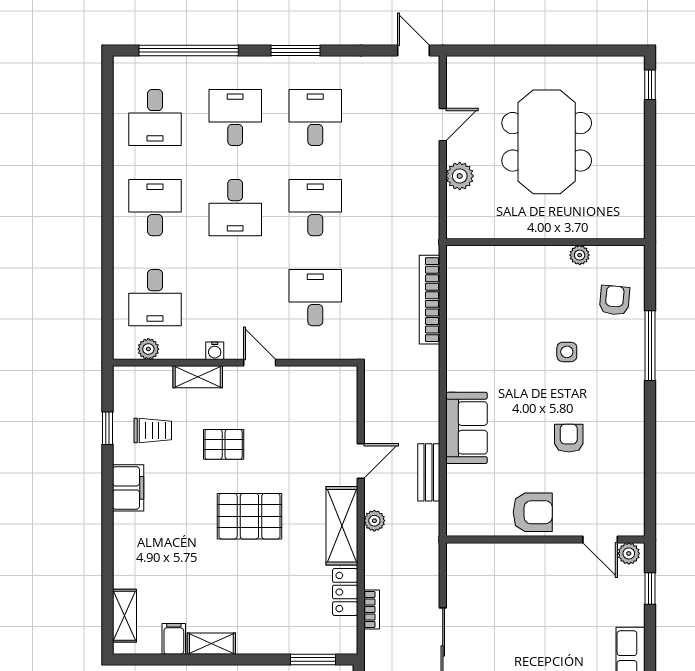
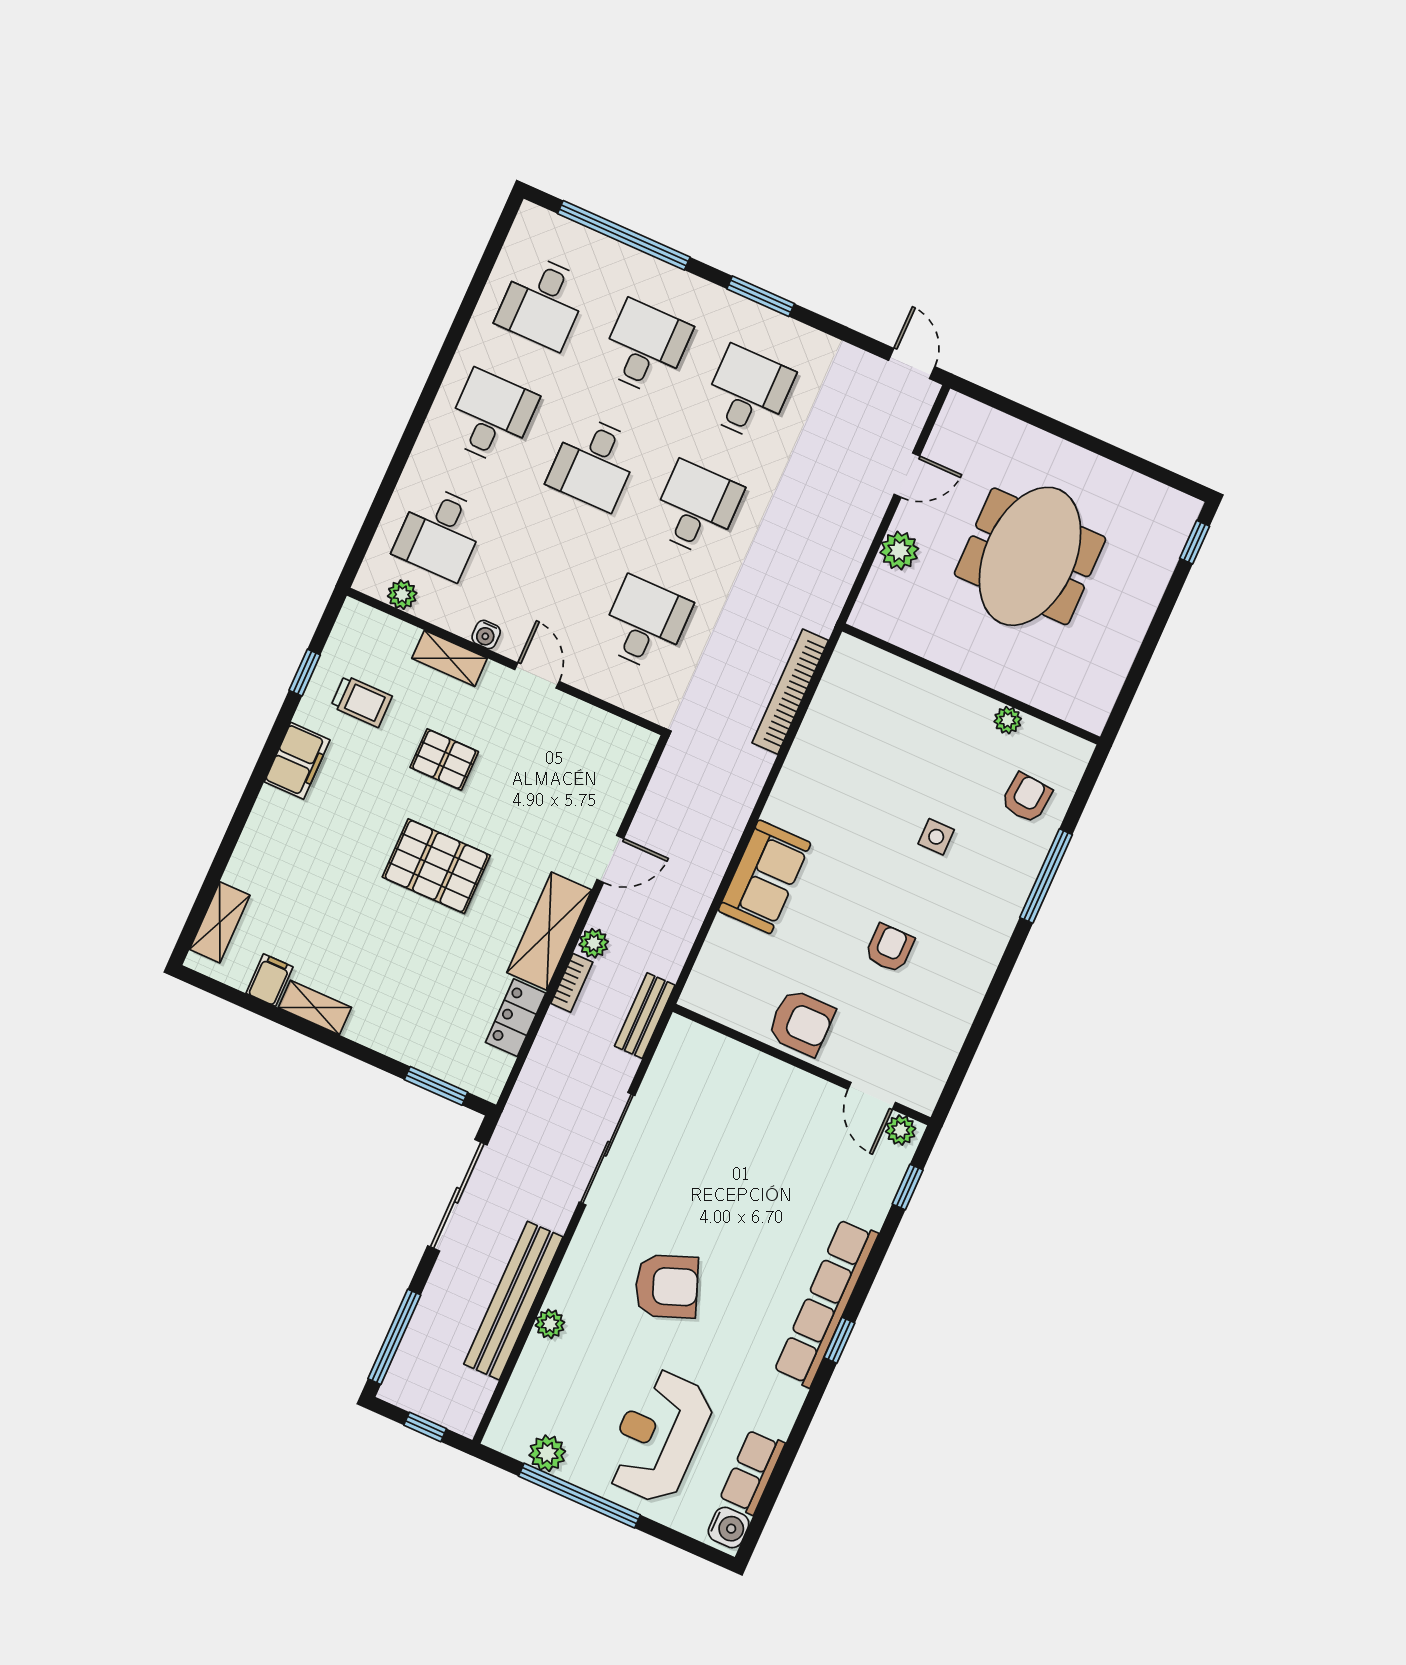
bench: (429, 472) -> (645, 1016), moved
bookcase: (372, 609) -> (572, 983), moved

